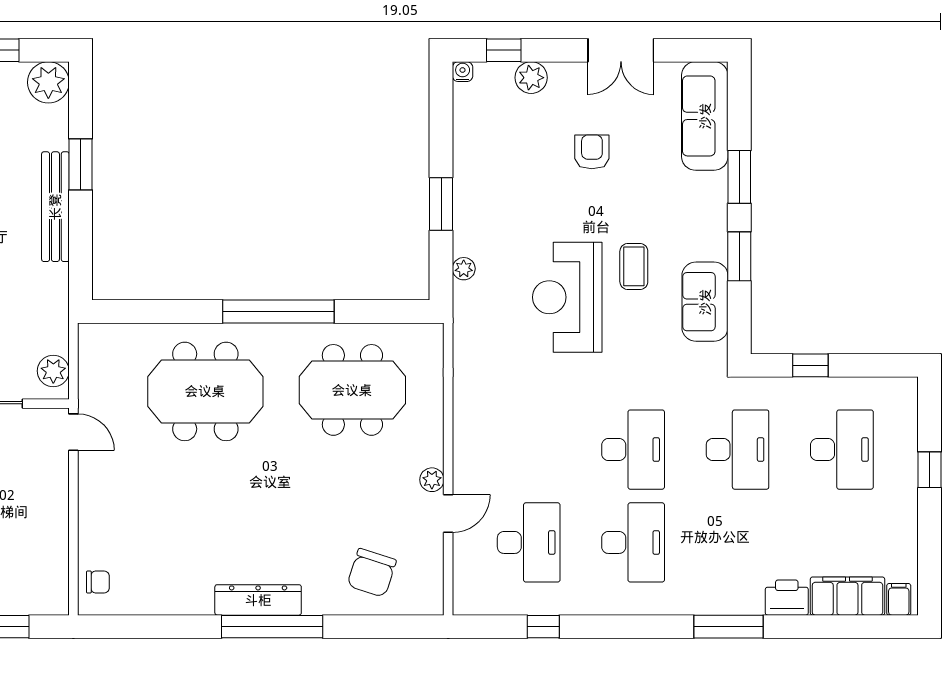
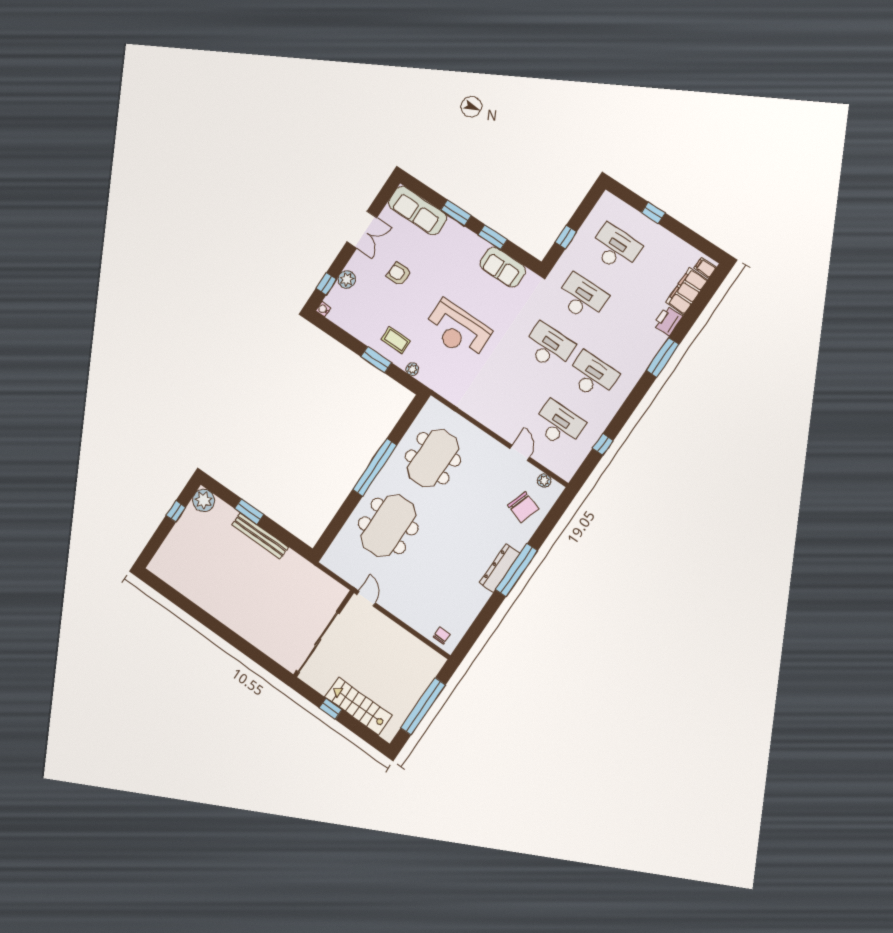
coffee table: (634, 266) -> (396, 340), moved
plant: (53, 371) -> (333, 588), removed
door: (73, 432) -> (366, 599), hinge flipped
plant: (432, 480) -> (544, 481), moved

